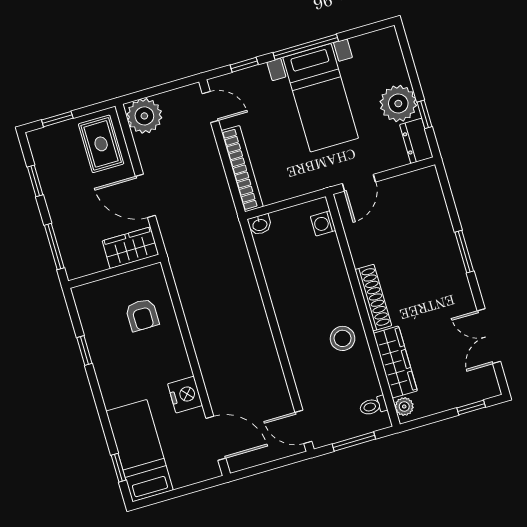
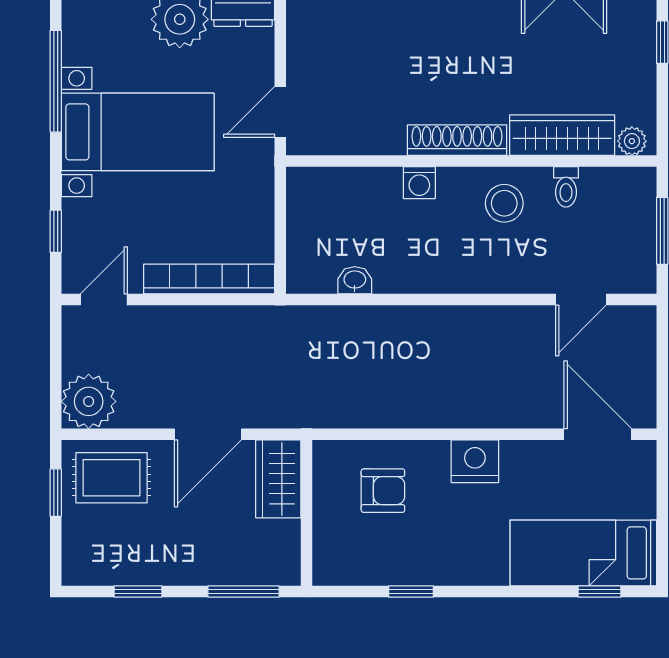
window: (306, 47) -> (56, 81), moved
window: (57, 119) -> (56, 493), moved
door: (359, 183) -> (280, 112), swing flipped
washing machine: (323, 223) -> (419, 183), moved
washbasin: (260, 225) -> (355, 280), moved, turned -90
nightstand: (185, 395) -> (475, 461), moved
toilet: (373, 406) -> (566, 187), moved
door: (303, 427) -> (581, 300), moved
door: (216, 438) -> (598, 434), hinge flipped

